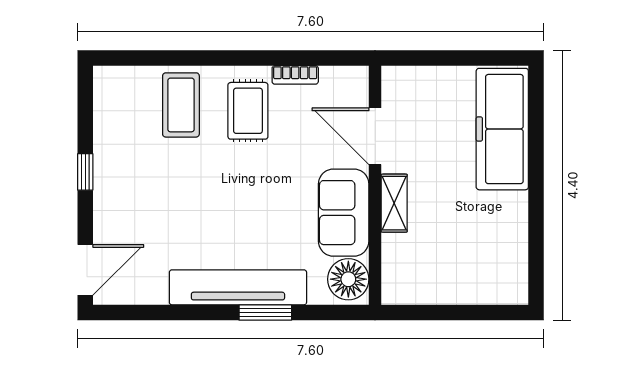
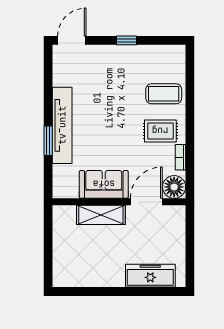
freezer: (502, 129) -> (150, 276), width x0.73, depth x0.79
shelving: (394, 203) -> (101, 215), width x1.50, depth x1.33
door: (85, 270) -> (72, 40), swing flipped
floor lamp: (348, 279) -> (174, 187), moved

